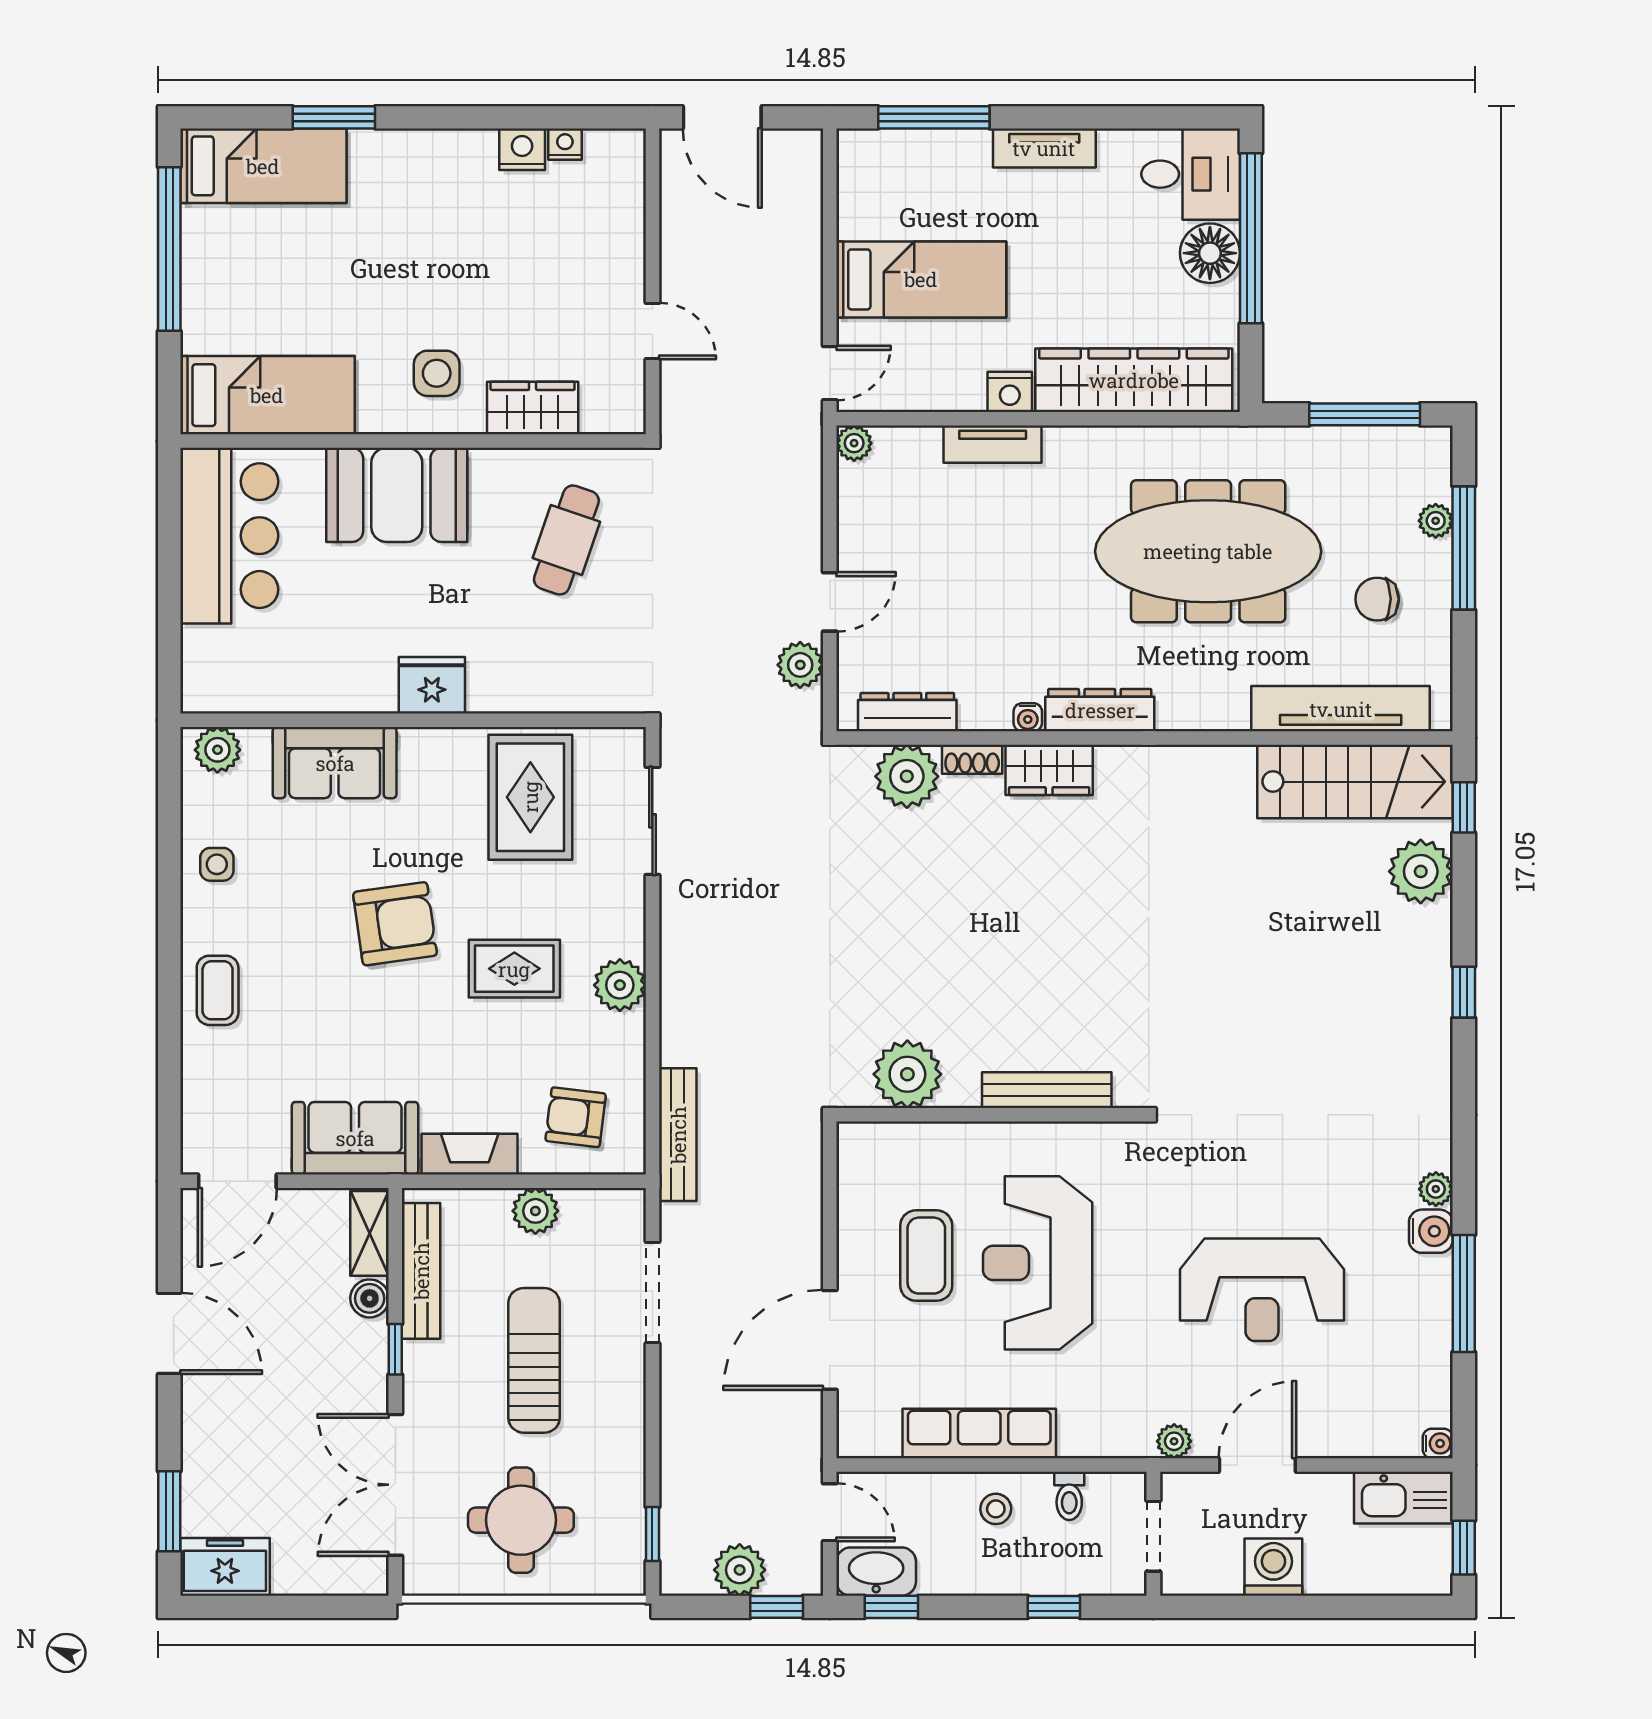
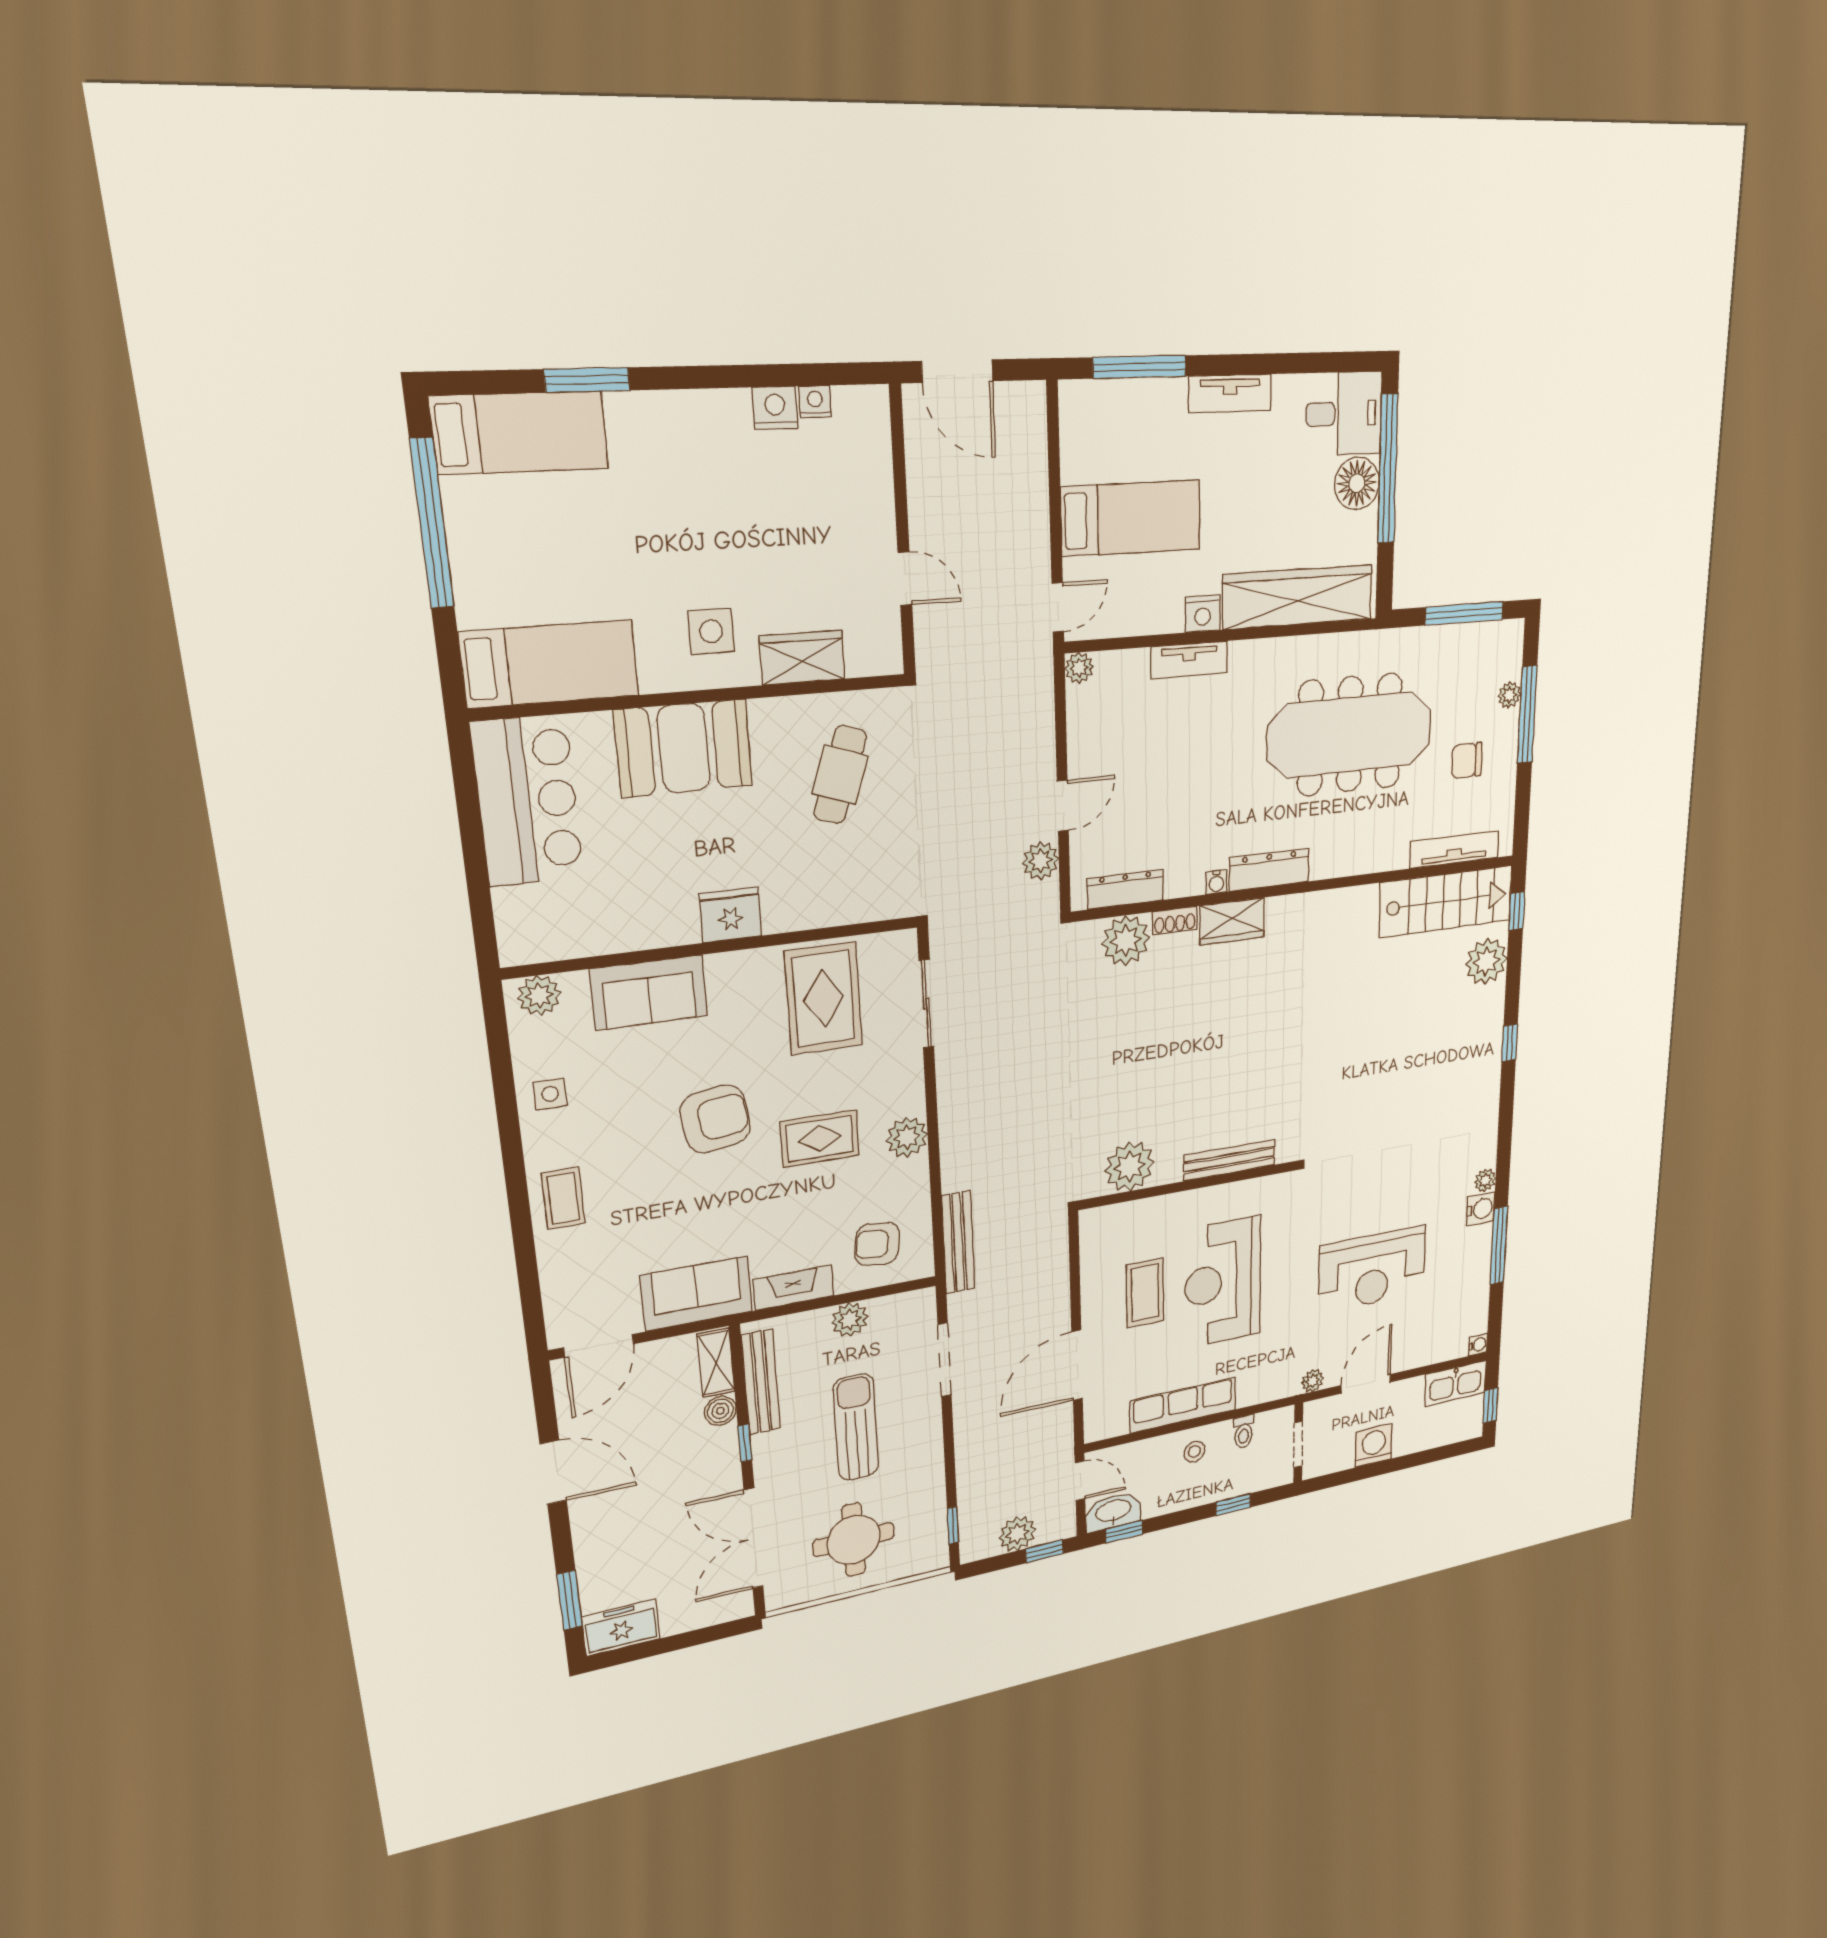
tv unit: (1341, 709) -> (1454, 850), width x0.73, depth x0.78

